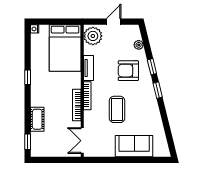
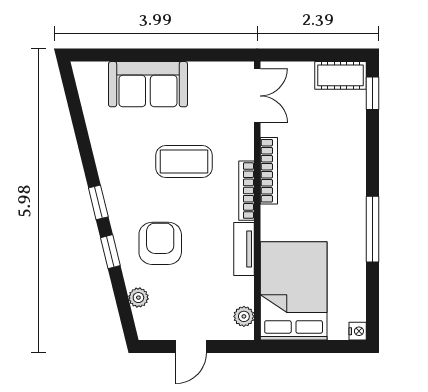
plant: (93, 36) -> (244, 316), width x0.53, depth x0.53
armchair: (128, 71) -> (160, 243), turned -90
window: (28, 77) -> (372, 229), width x2.17
coffee table: (117, 109) -> (184, 161), turned 90
cot: (37, 119) -> (340, 75), moved, turned 90

